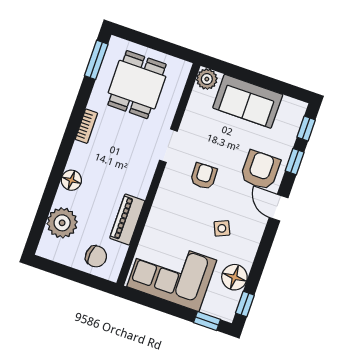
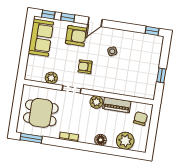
plant: (207, 79) -> (51, 78), moved
sofa: (248, 101) -> (41, 38), moved
armchair: (260, 170) -> (76, 36), turned 180
plant: (139, 185) -> (96, 102), added
corner sofa: (172, 273) -> (142, 75), removed
floor lamp: (234, 277) -> (138, 39), removed
window: (207, 321) -> (161, 75), moved

